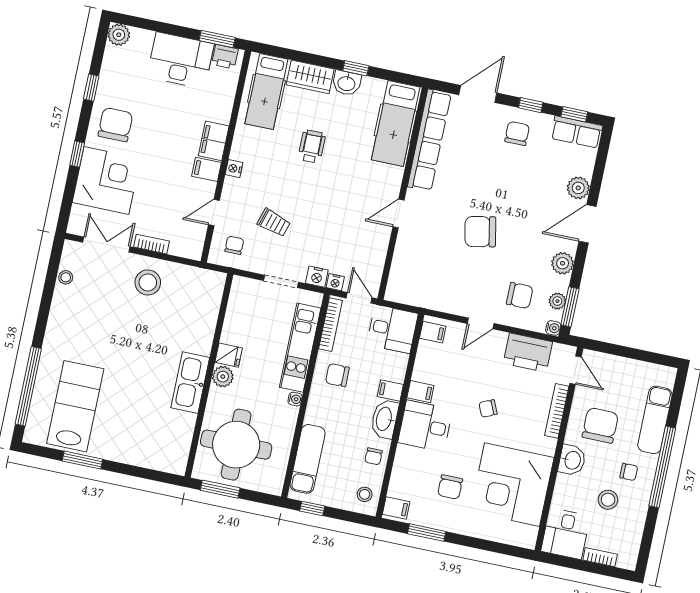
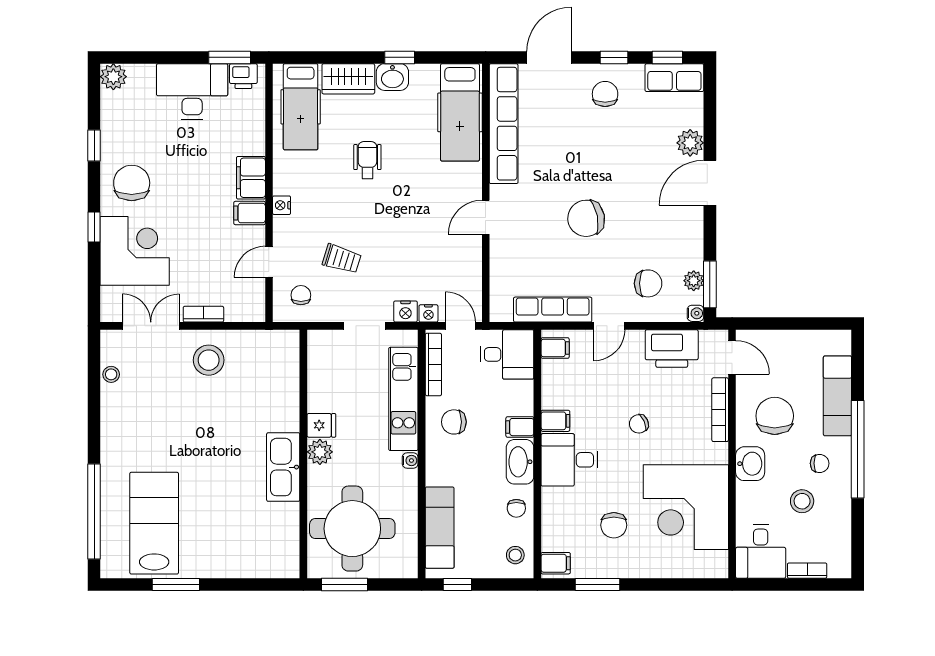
plant: (563, 263) -> (690, 235), removed
row of seats: (437, 300) -> (553, 310), added

